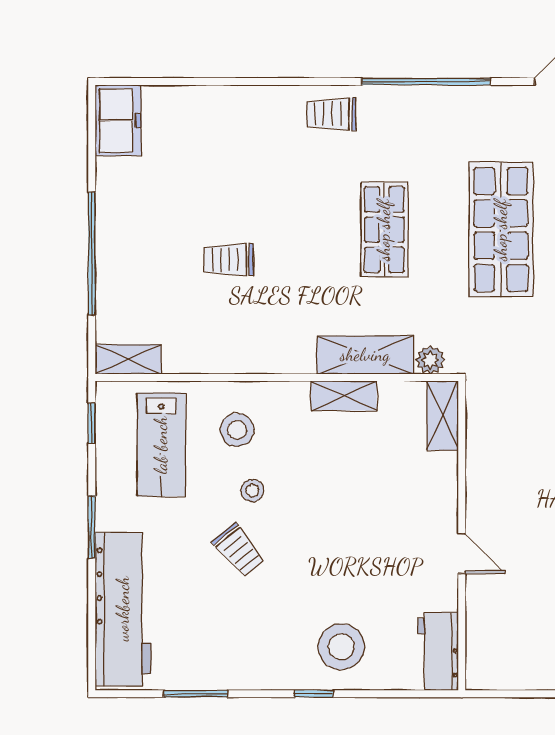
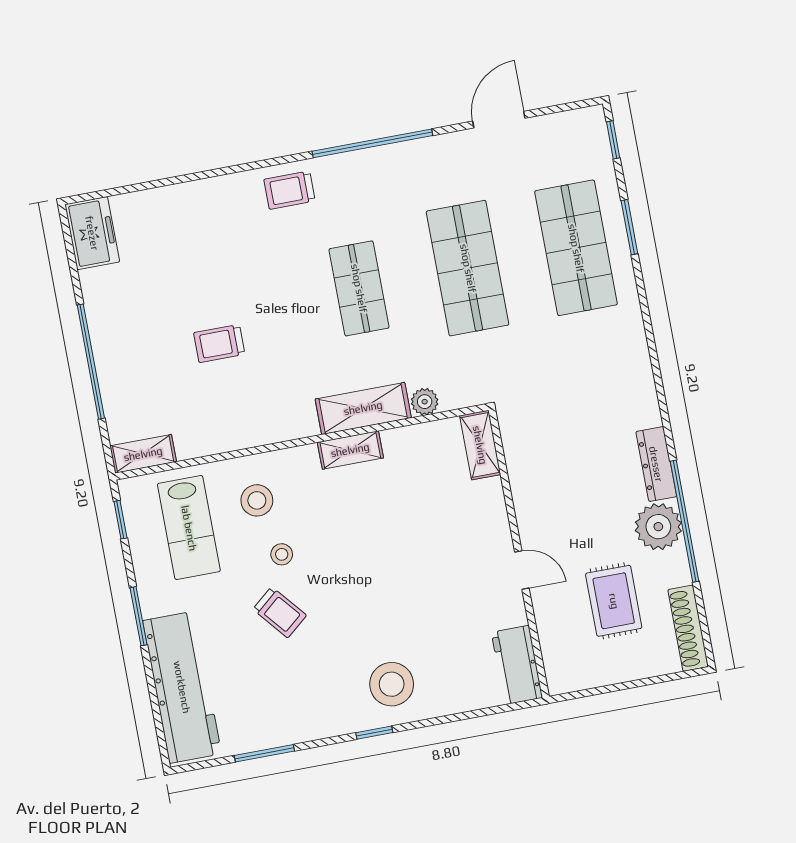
shelving: (443, 416) -> (480, 445), moved
wall: (462, 536) -> (519, 553), moved
door: (462, 554) -> (522, 570), moved
workbench: (438, 651) -> (517, 665), moved

